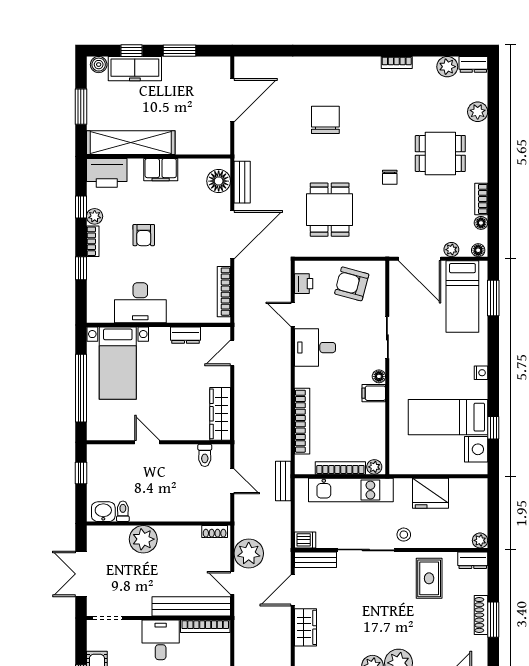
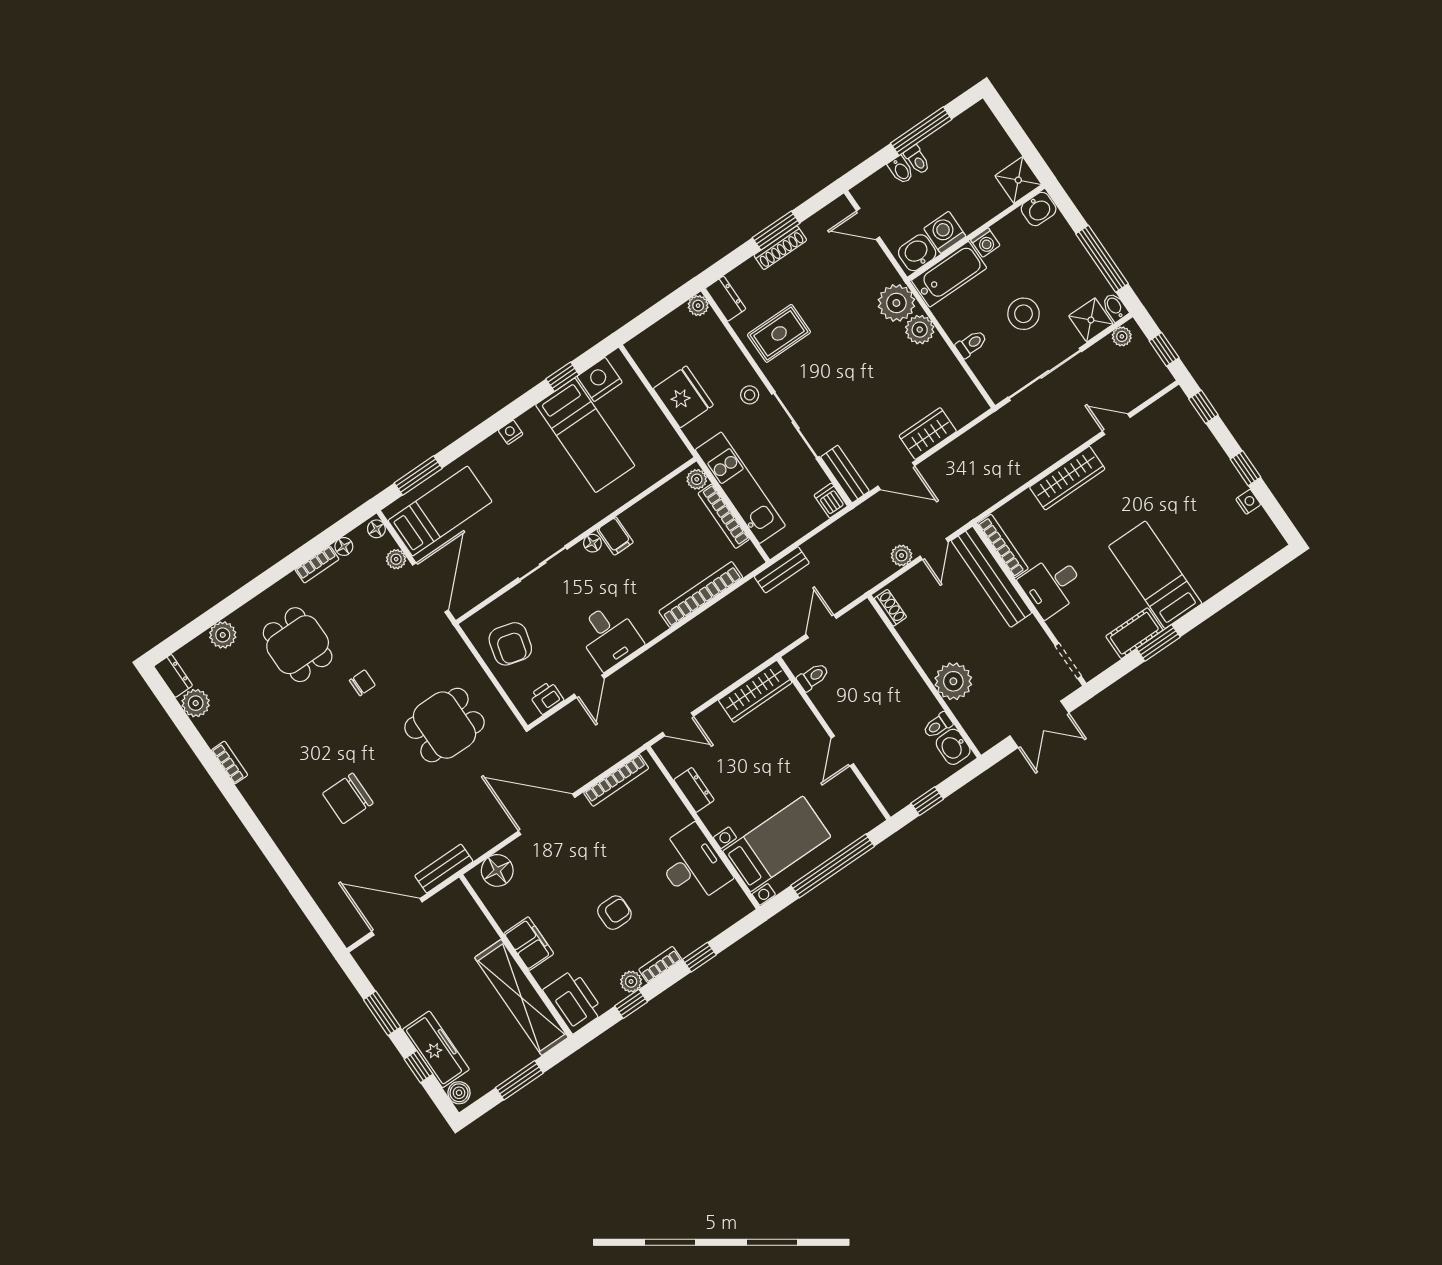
bench: (242, 182) -> (444, 869), moved
plant: (249, 553) -> (902, 555), width x0.53, depth x0.53

